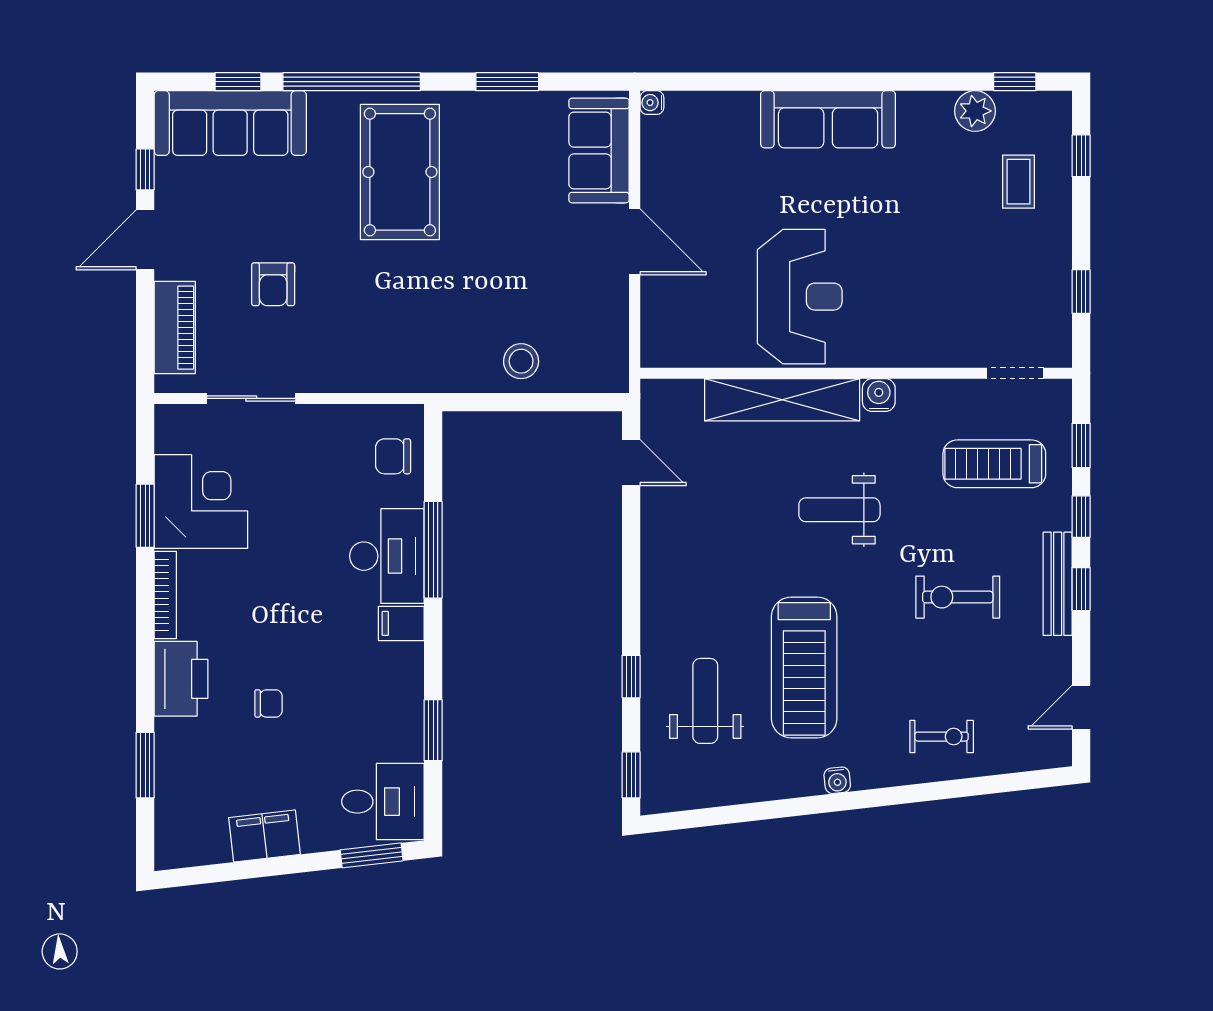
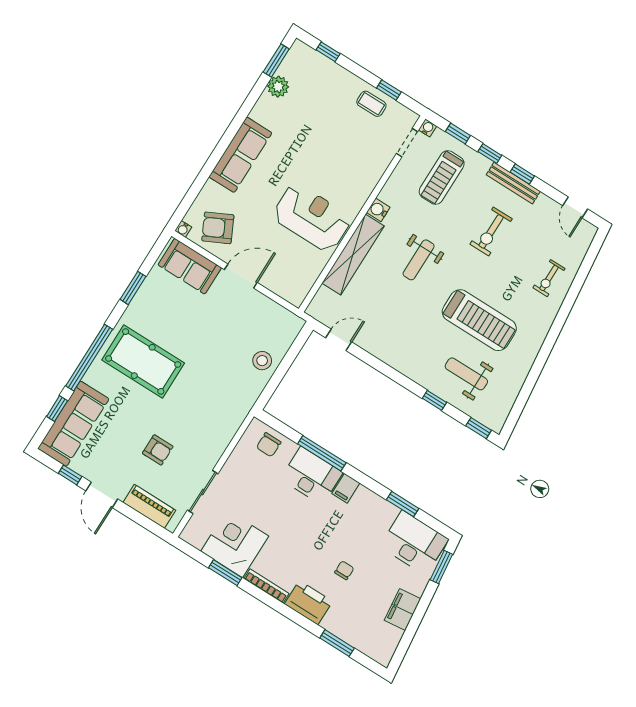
window: (1015, 82) -> (276, 61), width x1.50
armchair: (689, 157) -> (218, 228), added
coffee table: (1018, 182) -> (371, 104), moved
exercise bike: (942, 737) -> (549, 278), turned 180
water cooler: (837, 780) -> (428, 128), moved, turned -83
desk: (383, 802) -> (414, 543), width x1.37

